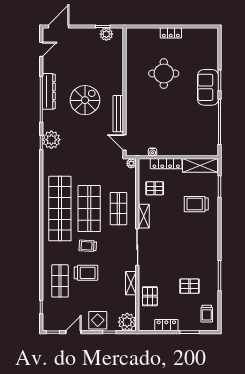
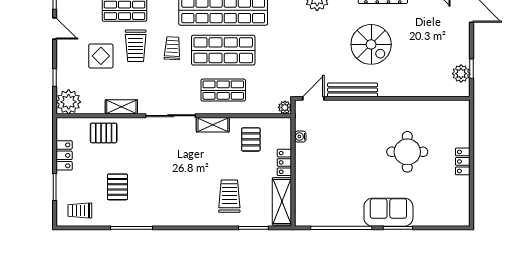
locker: (166, 164) -> (284, 162), width x0.66
display table: (98, 320) -> (101, 56), moved

